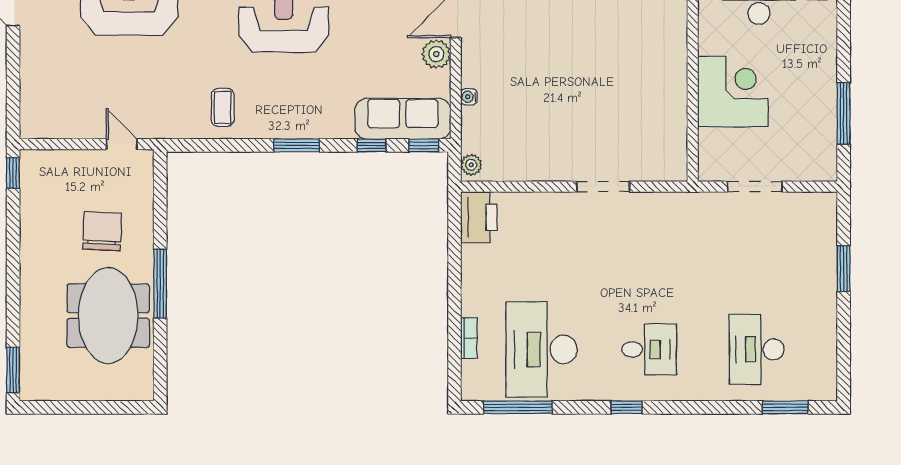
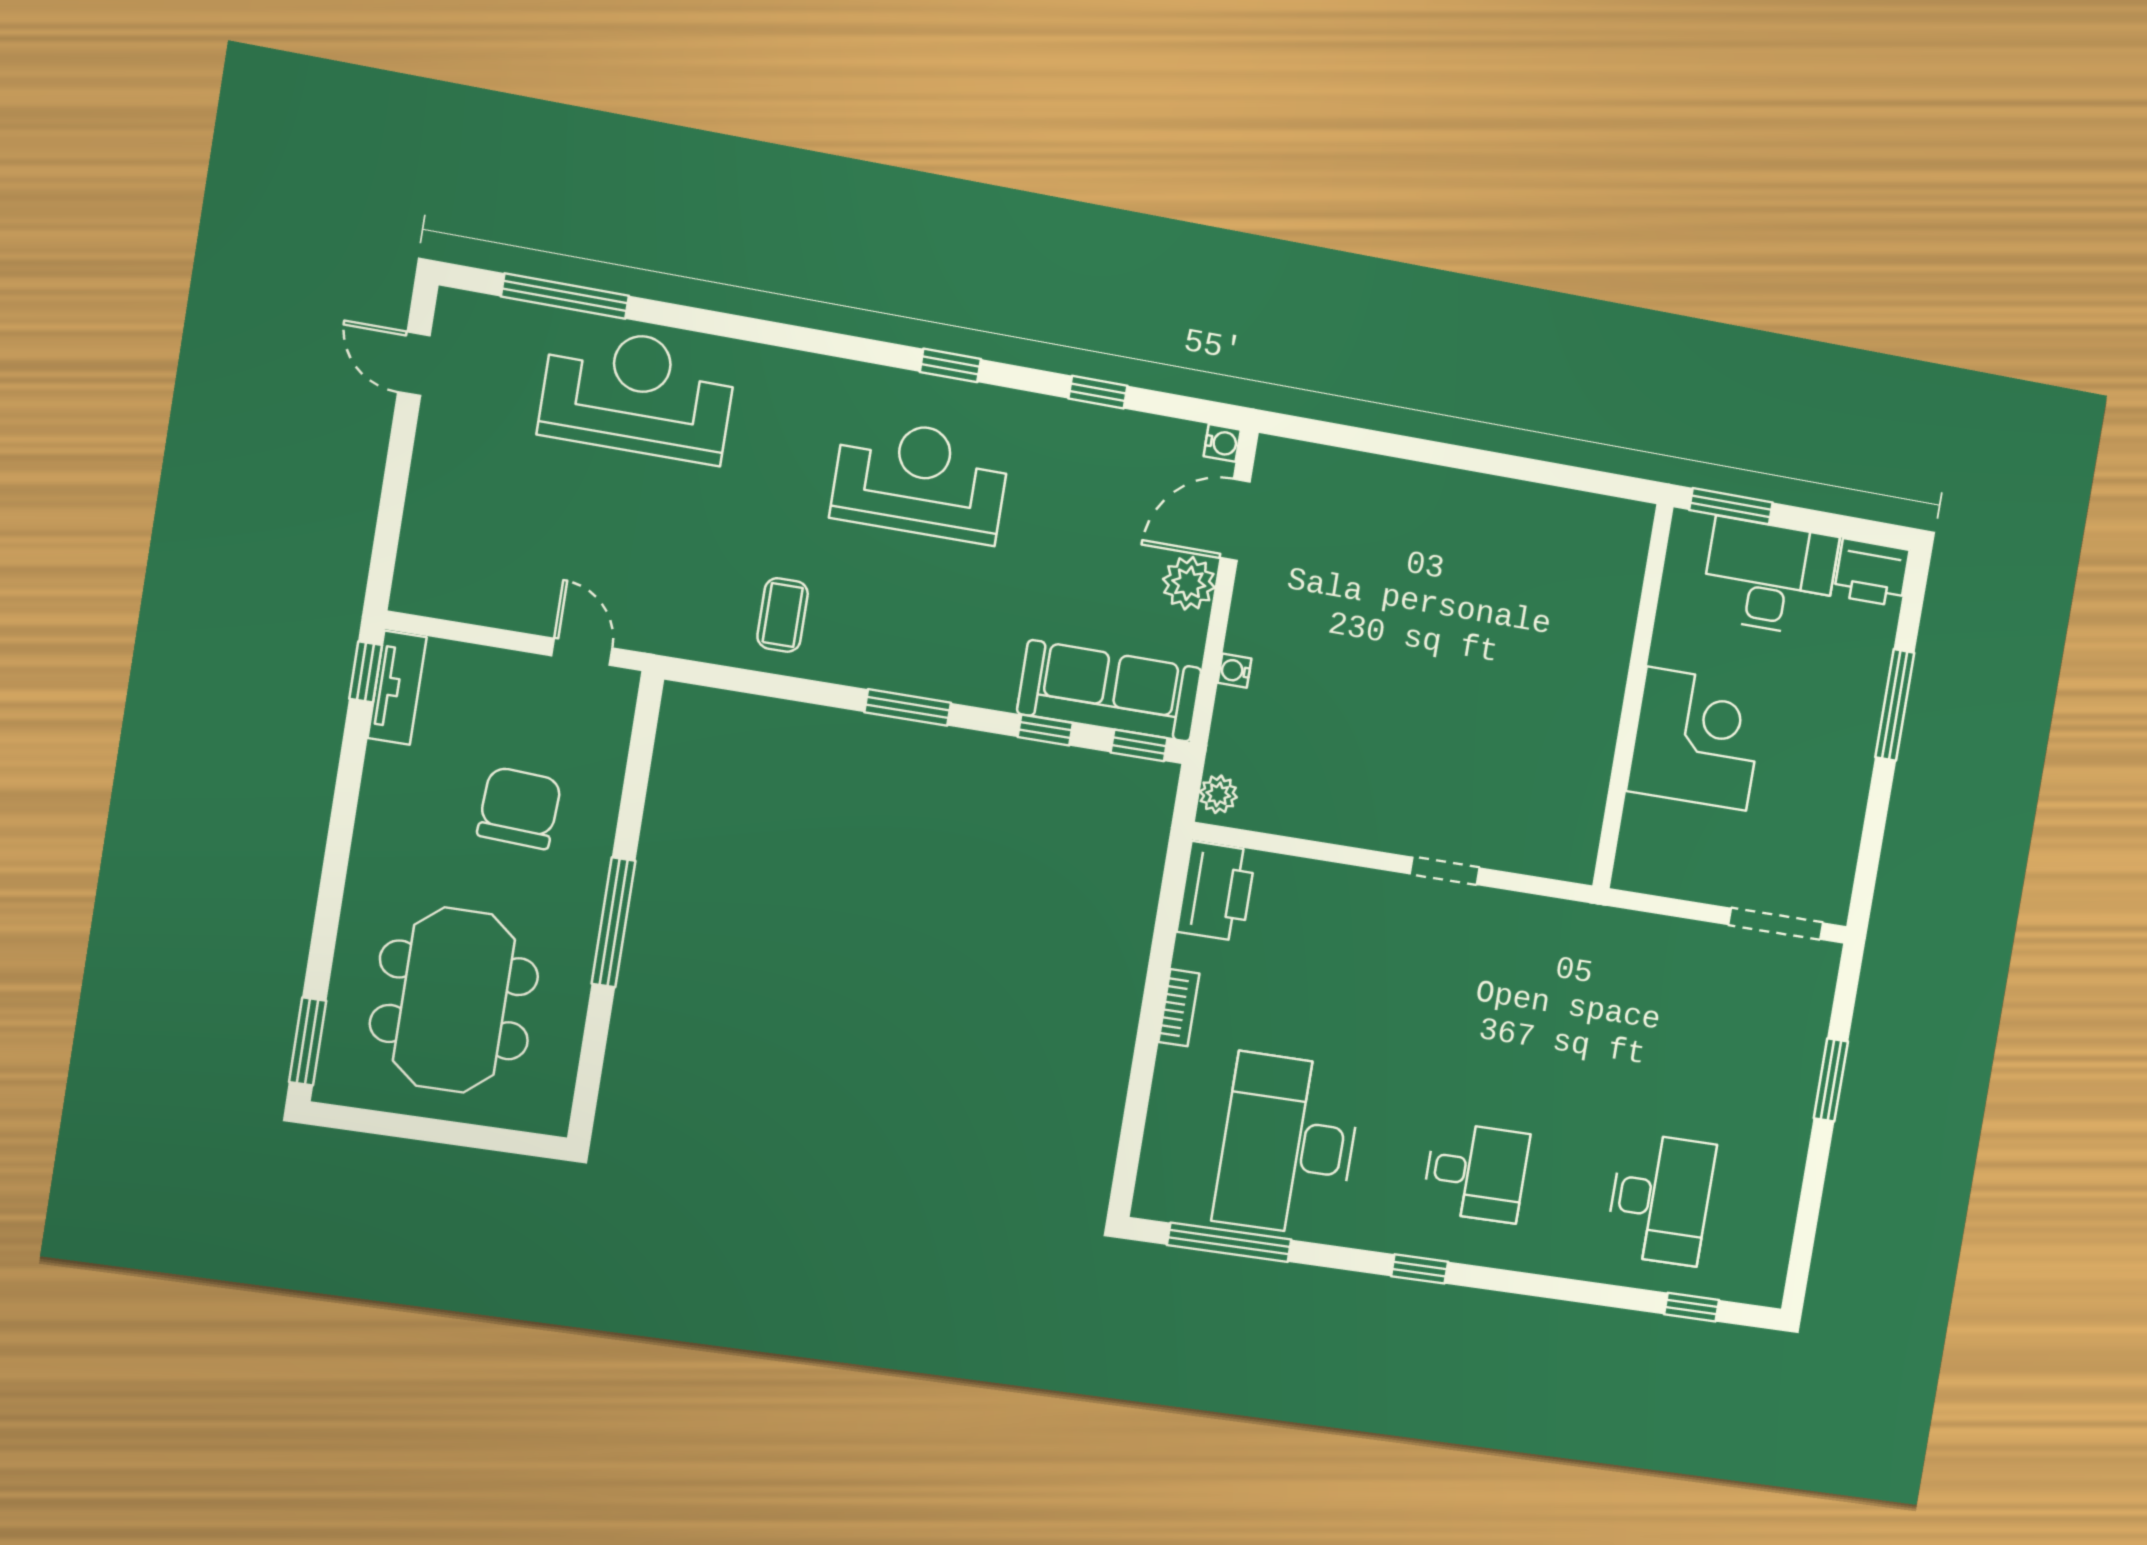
window: (844, 113) -> (1895, 705), moved
tv unit: (30, 178) -> (397, 688), added
doorway: (603, 187) -> (1445, 871), width x0.73
doorway: (755, 187) -> (1776, 924), moved
meeting table: (108, 316) -> (454, 1000), moved
bookcase: (469, 338) -> (1179, 1008), moved
desk: (757, 349) -> (1660, 1199), turned 180
window: (785, 407) -> (1692, 1307), width x0.67

